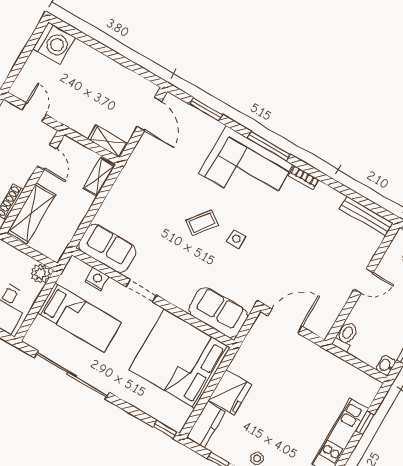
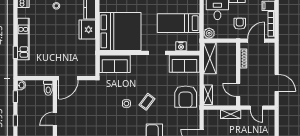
shelving: (108, 141) -> (231, 114), moved
armchair: (136, 195) -> (186, 97), added
shelving: (32, 213) -> (210, 58), moved
door: (285, 321) -> (68, 78), moved

